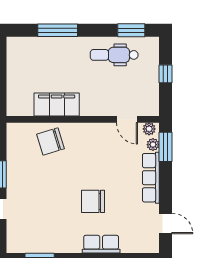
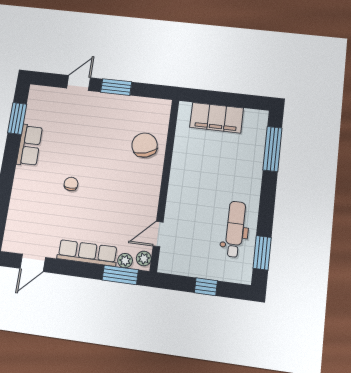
window: (58, 30) -> (272, 149), moved
filing cabinet: (57, 105) -> (217, 118), moved, turned 90
chair: (93, 201) -> (71, 184), width x0.54, depth x0.54
row of seats: (101, 244) -> (29, 145), moved

